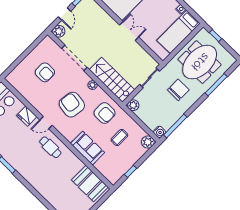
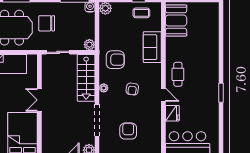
armchair: (72, 105) -> (132, 89), width x0.53, depth x0.53
armchair: (105, 113) -> (115, 60), turned 90
coffee table: (119, 137) -> (141, 13), moved

